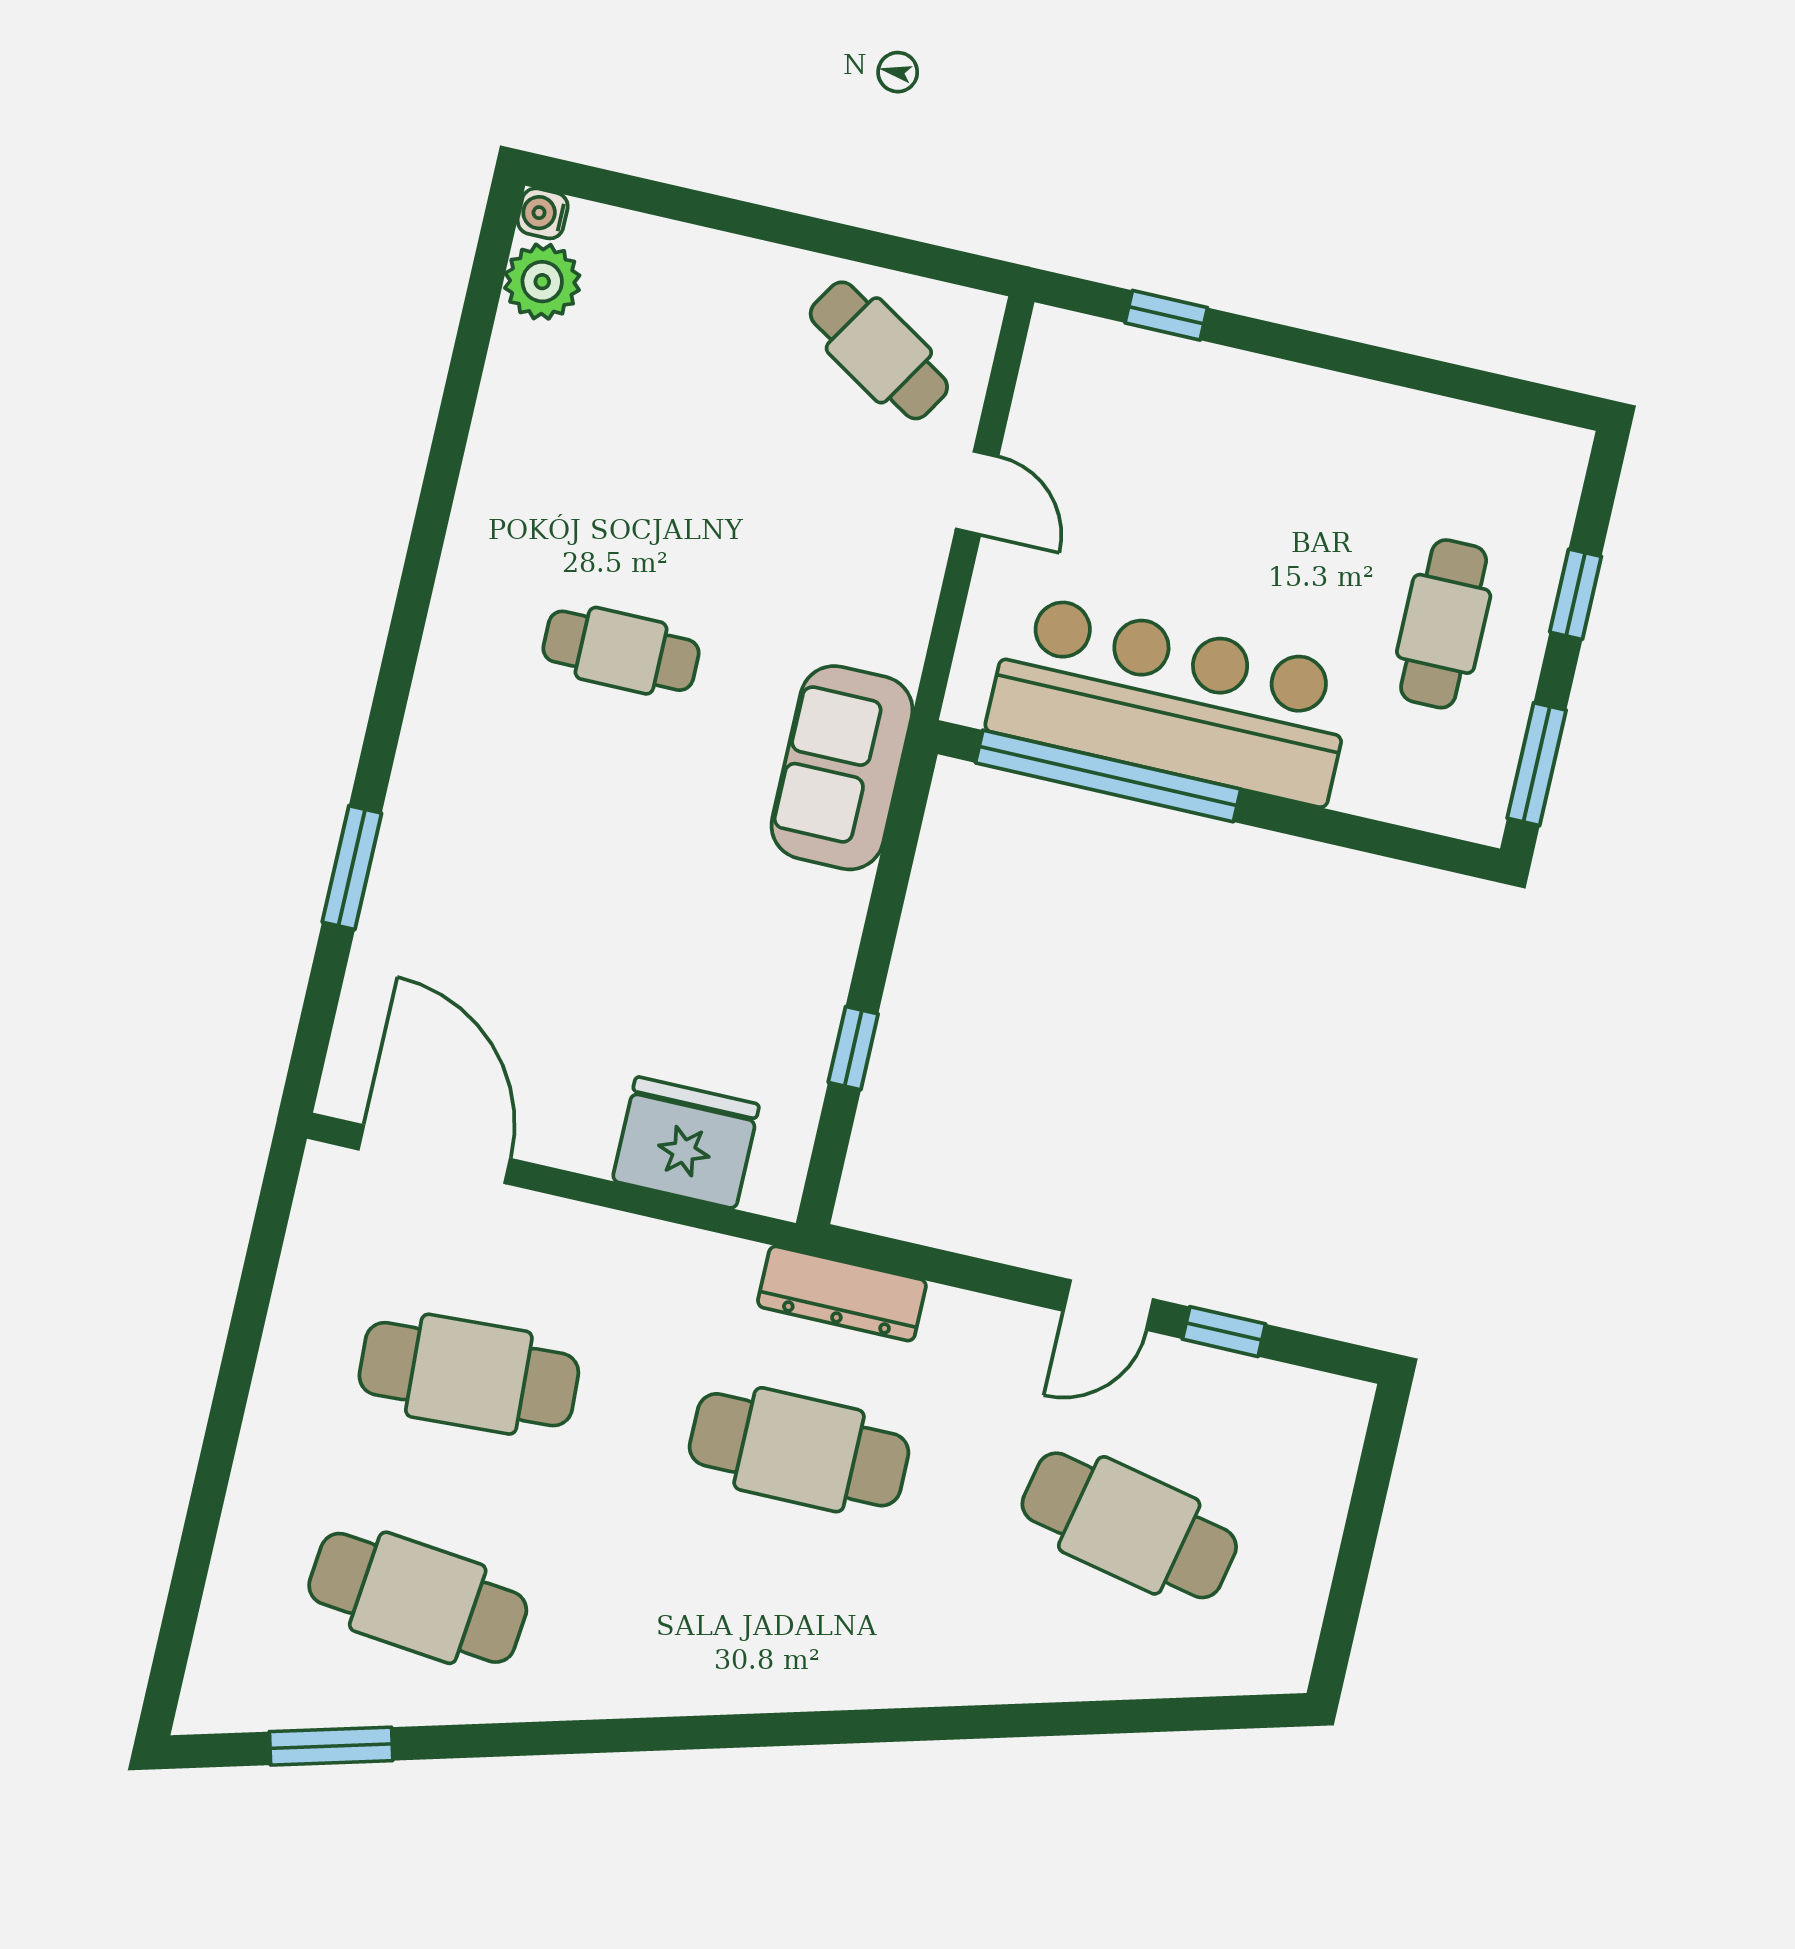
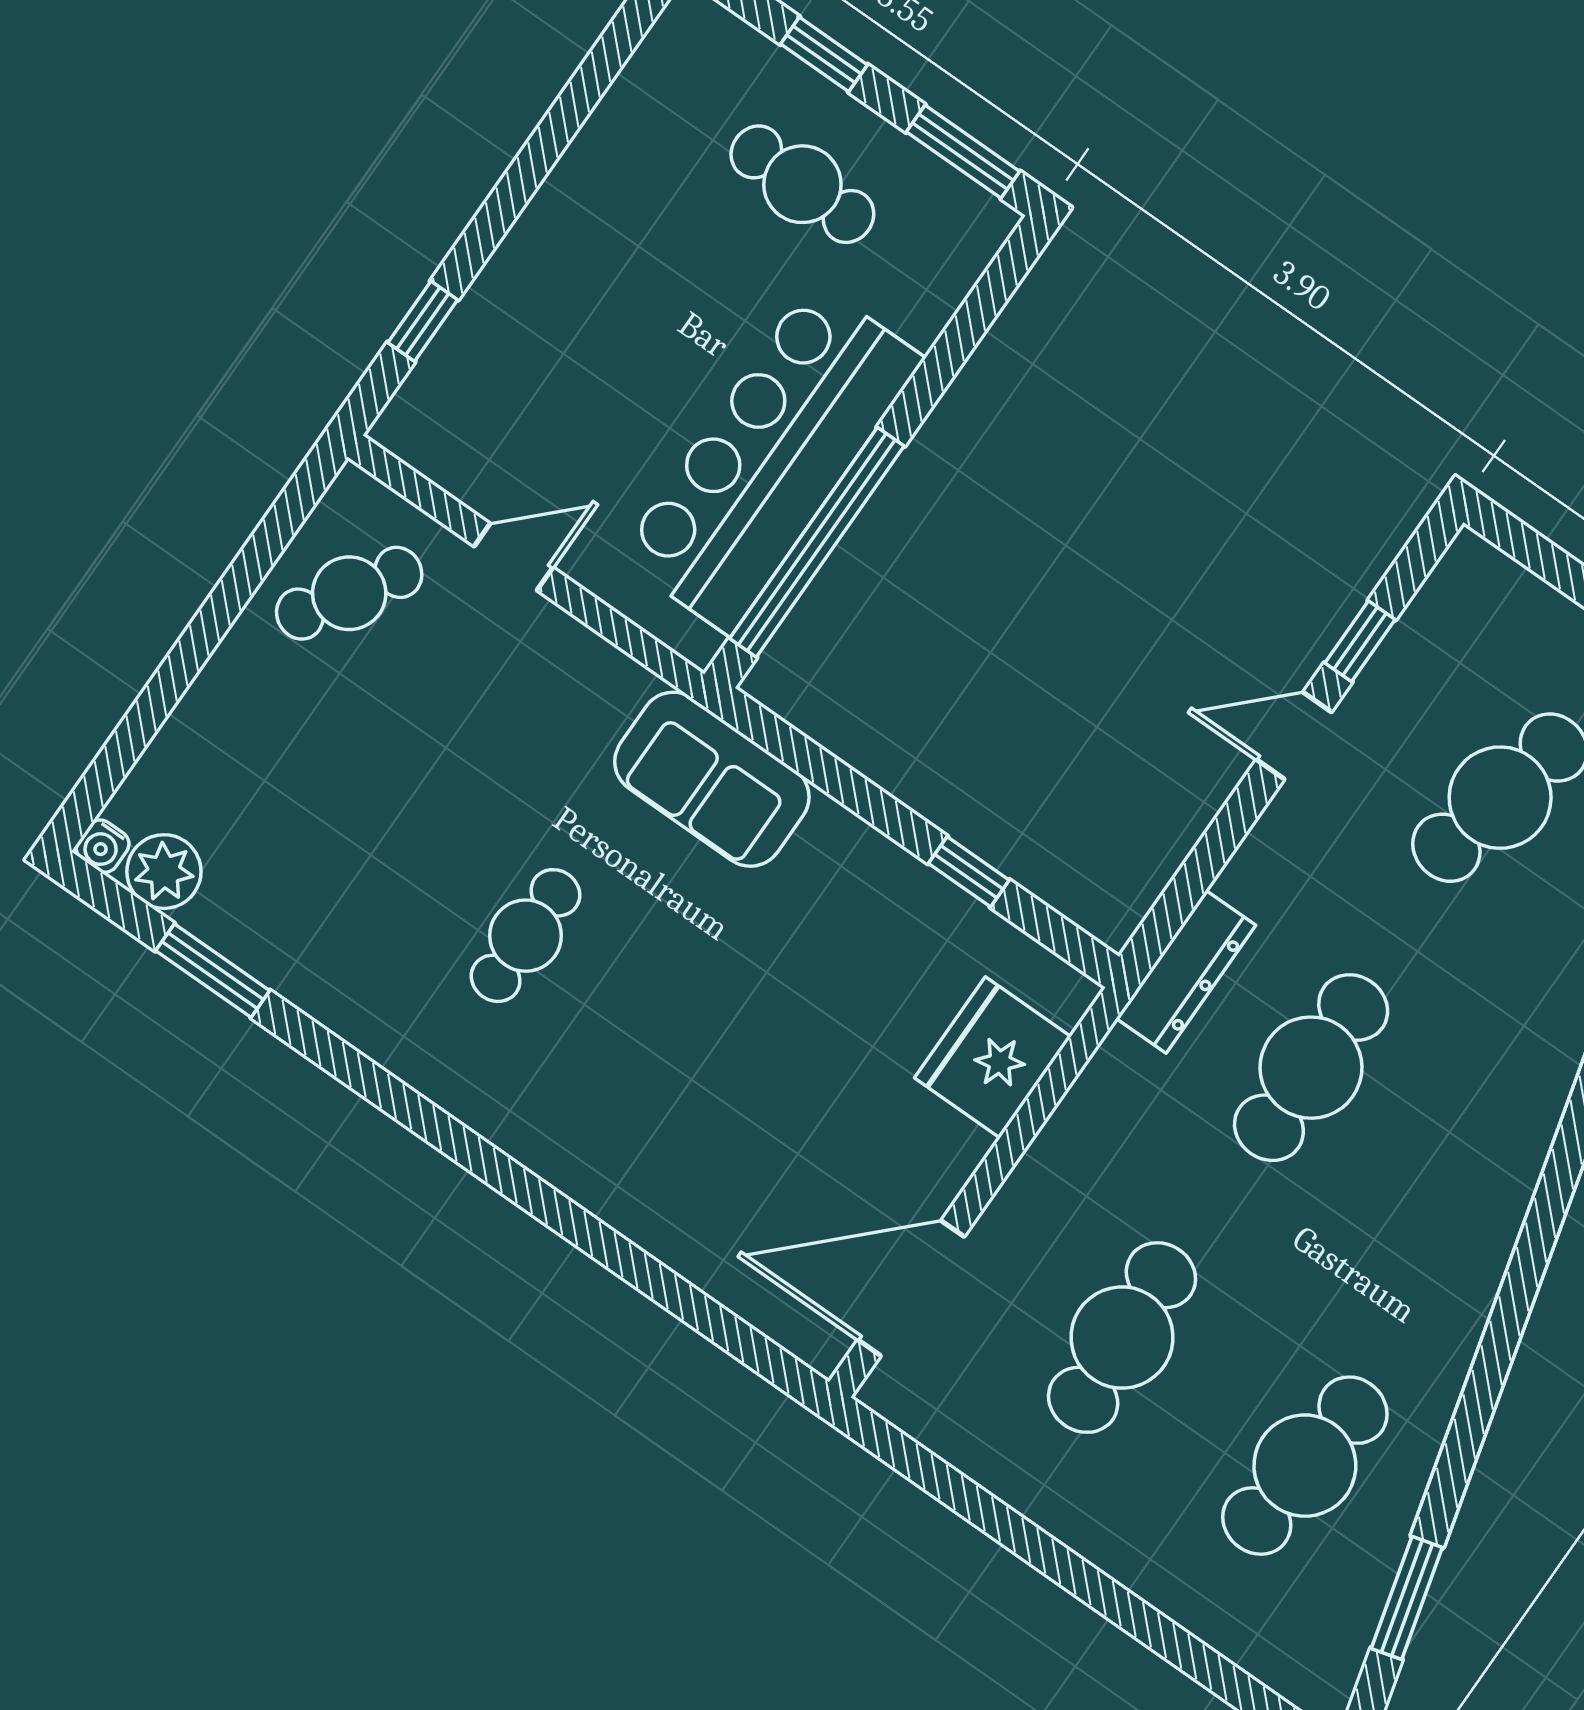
window: (352, 868) -> (213, 971), moved
door: (1108, 1305) -> (1294, 736), swing flipped

